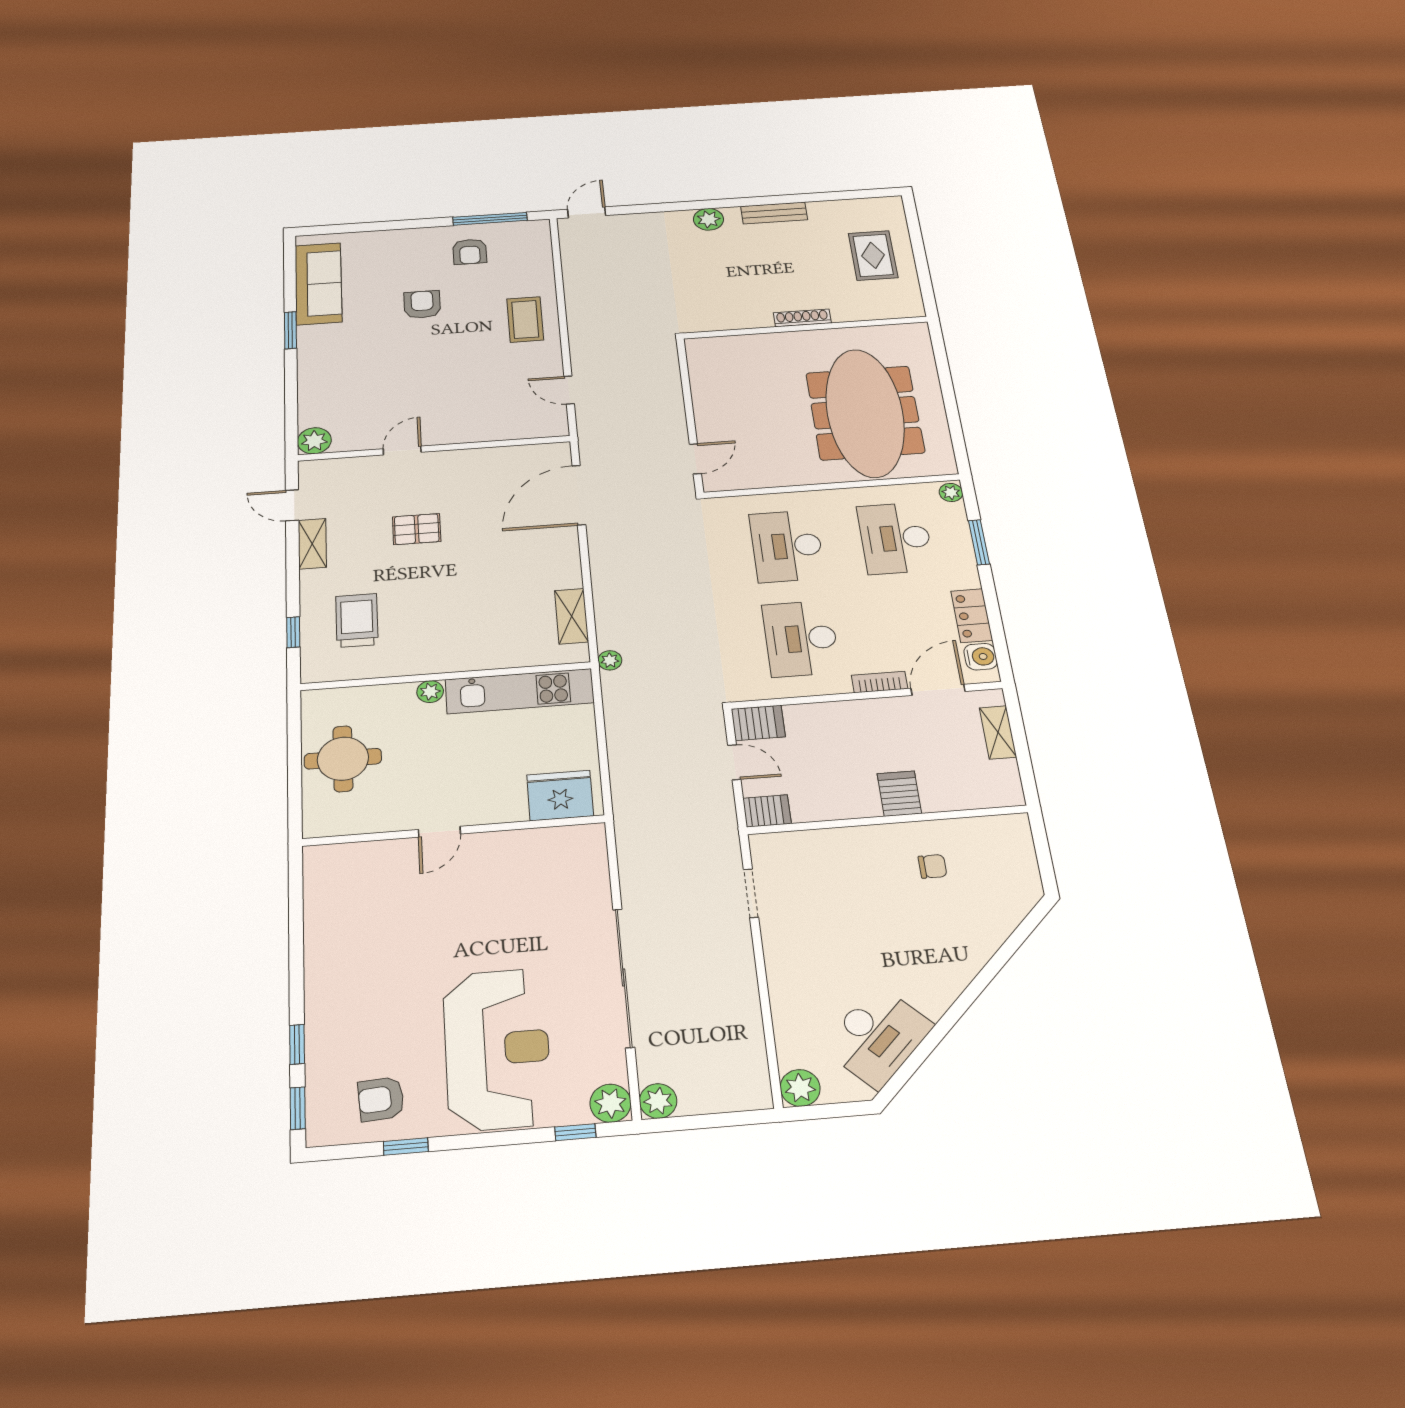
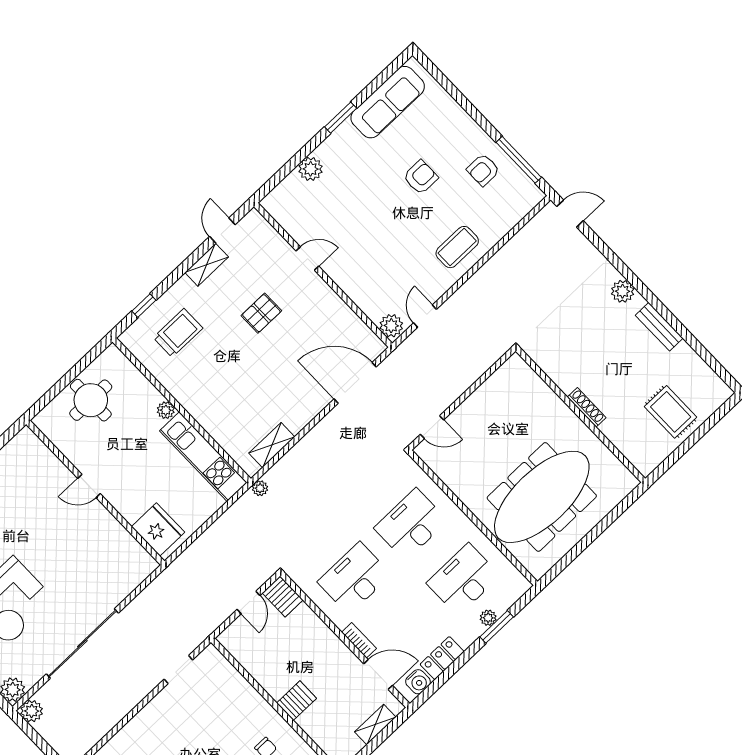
rug: (873, 255) -> (671, 412), turned 90
plant: (549, 425) -> (391, 326), added
plant: (314, 441) -> (311, 169), moved
plant: (951, 492) -> (488, 618), moved
pallet: (417, 529) -> (261, 313), turned 90
server rack: (767, 811) -> (233, 641), removed

